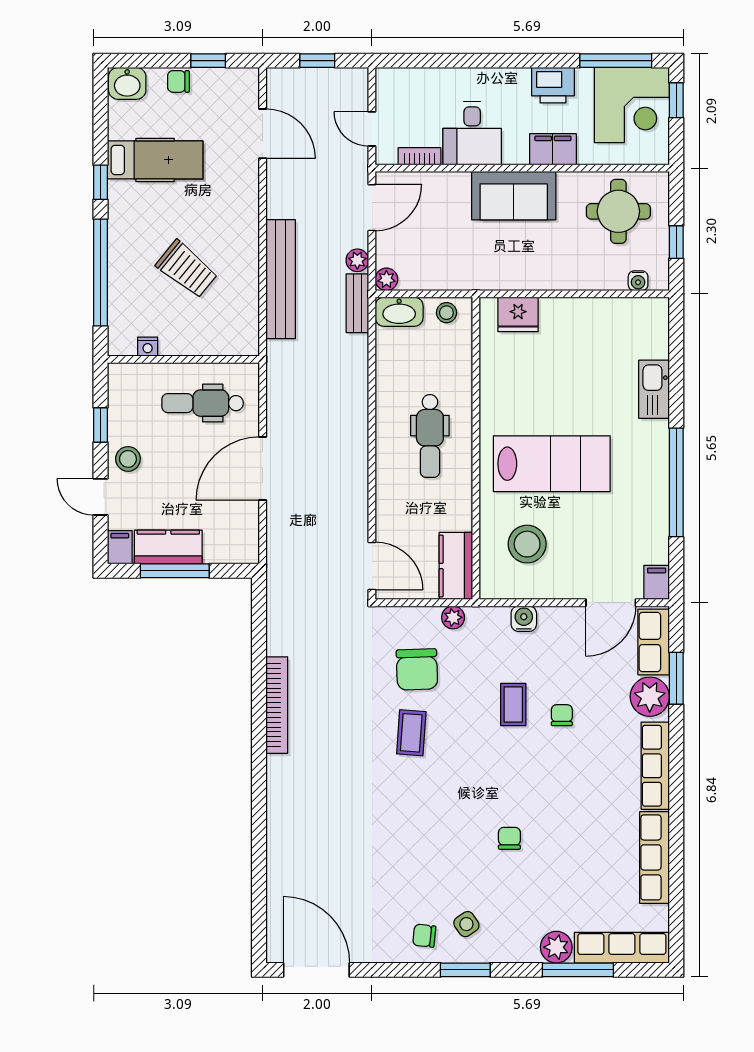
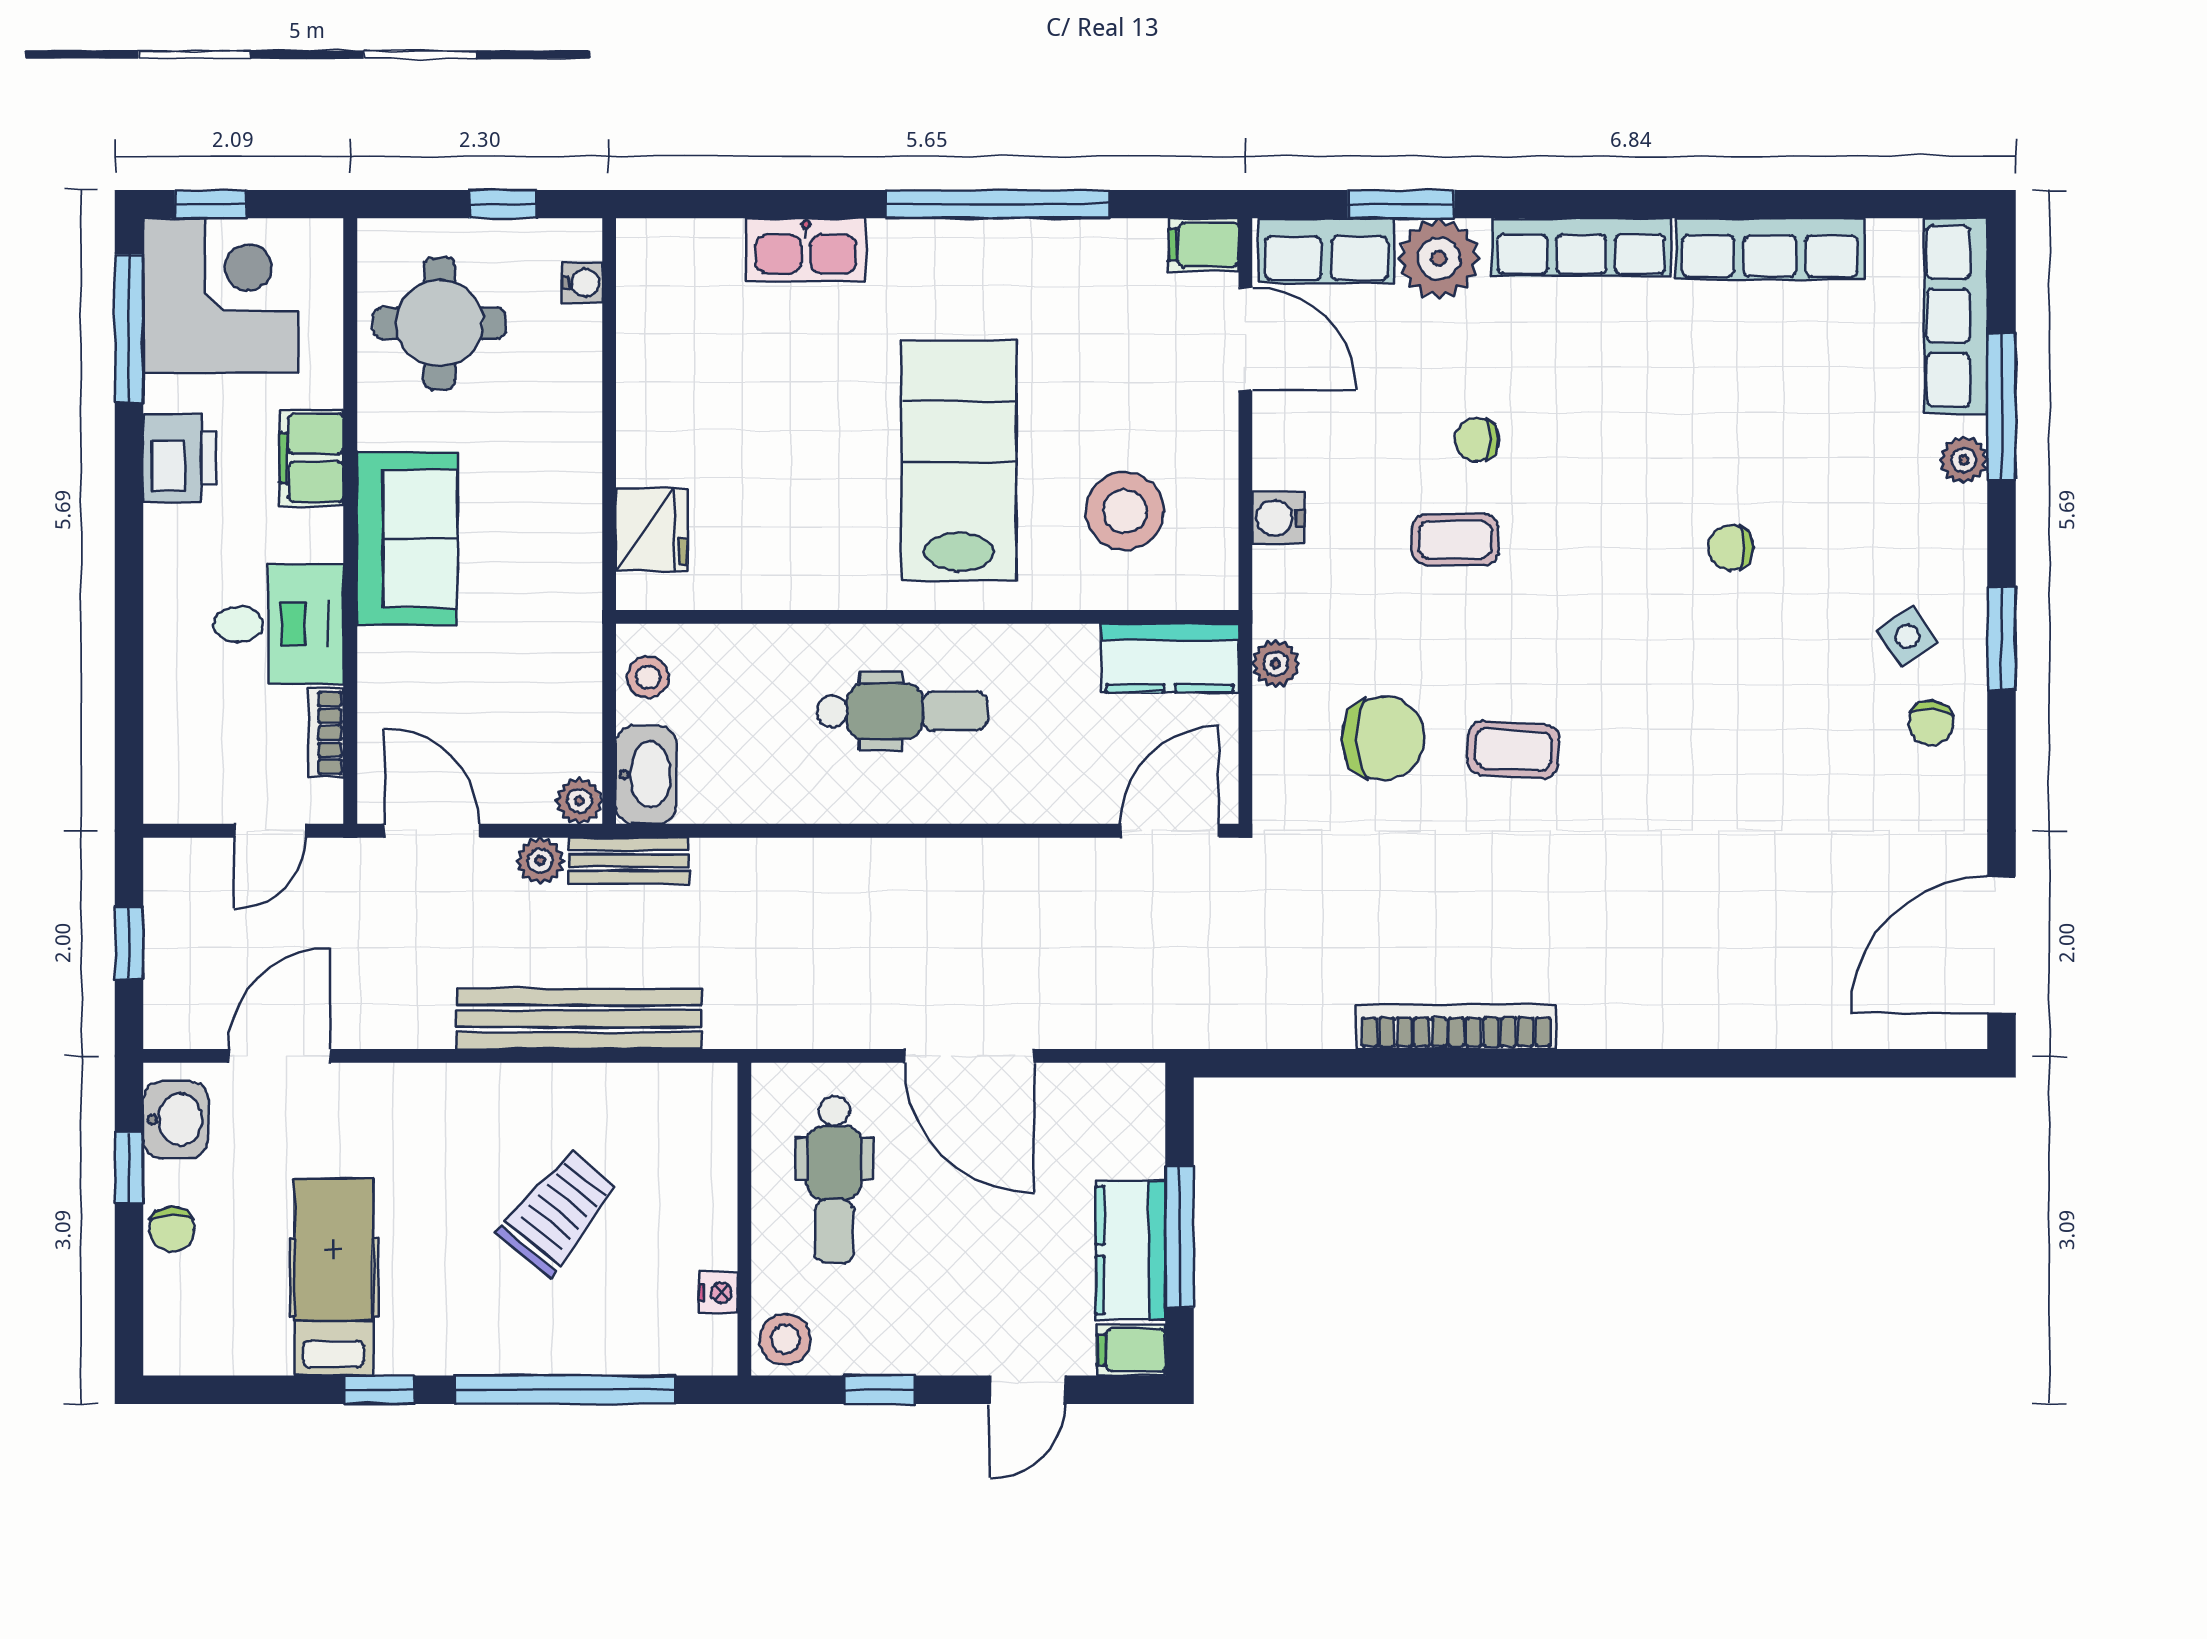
washbasin: (127, 83) -> (176, 1119), moved
stool: (128, 459) -> (785, 1339), moved
plant: (556, 947) -> (1964, 460), width x0.73, depth x0.73

